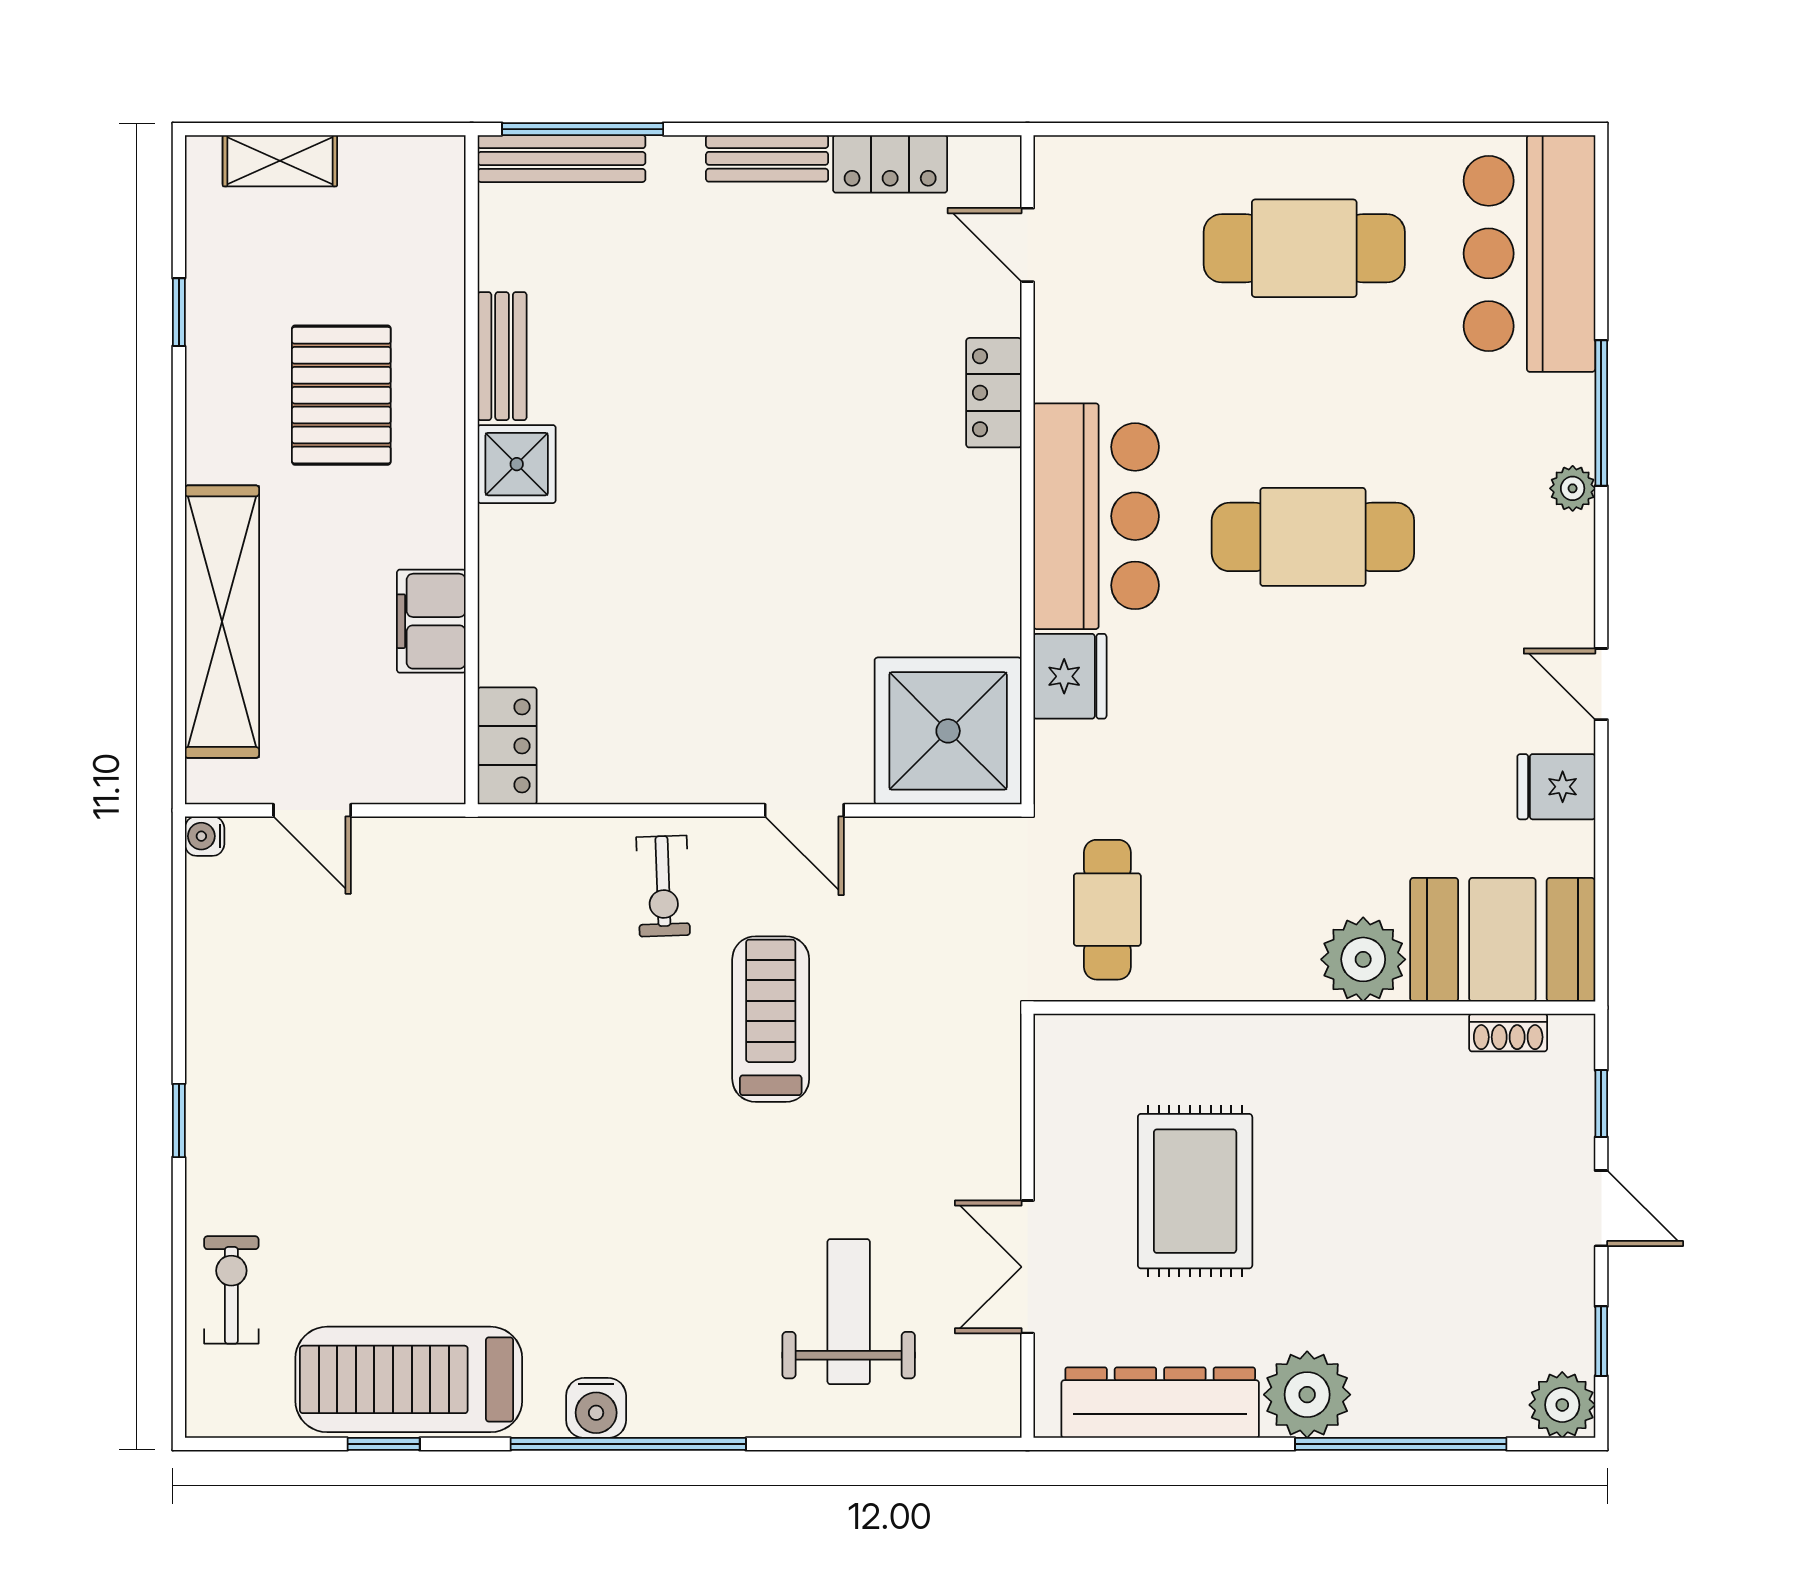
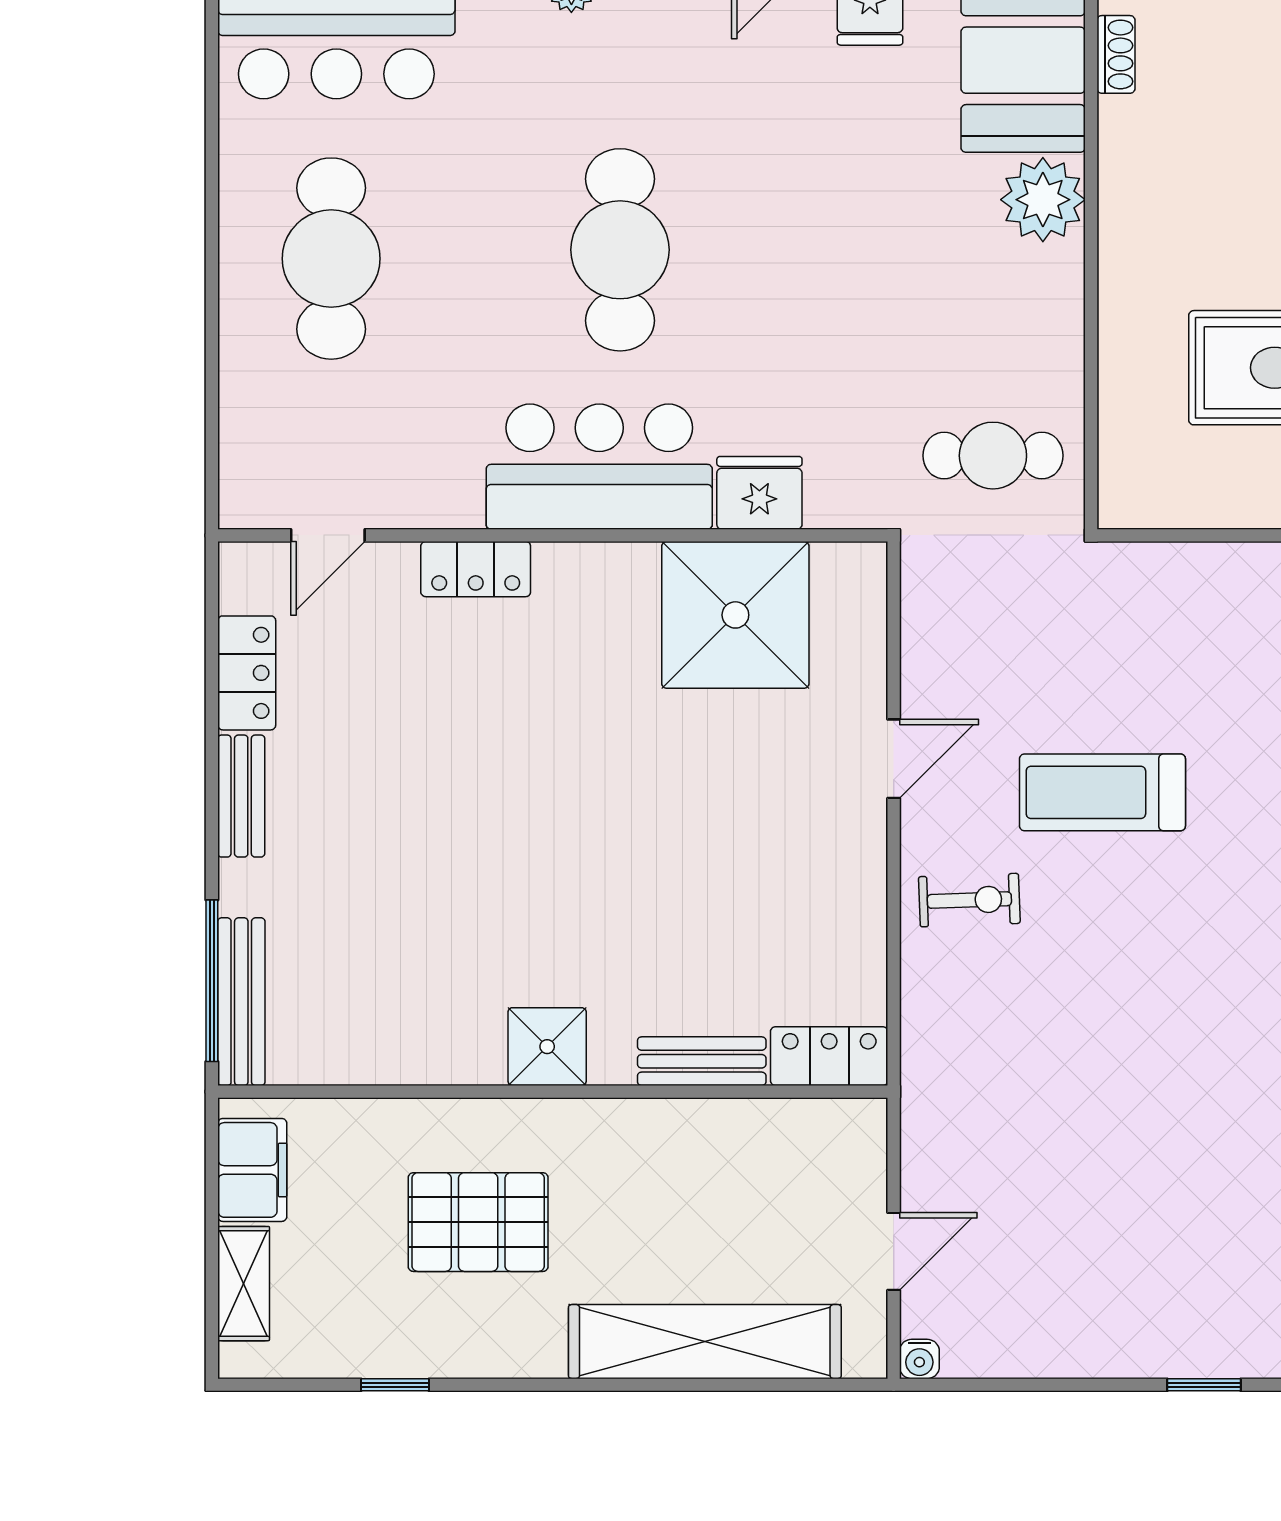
bench: (502, 356) -> (702, 1061), moved
filing cabinet: (431, 621) -> (252, 1170), moved, turned -90
shower: (948, 731) -> (735, 615), moved

